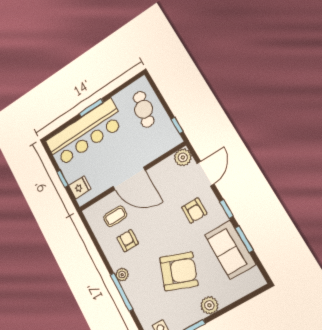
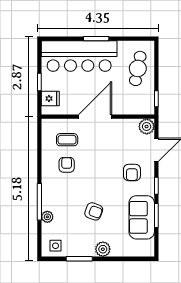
door: (129, 179) -> (95, 117), swing flipped
armchair: (179, 271) -> (94, 211), width x0.53, depth x0.53
plant: (122, 275) -> (47, 217), moved

